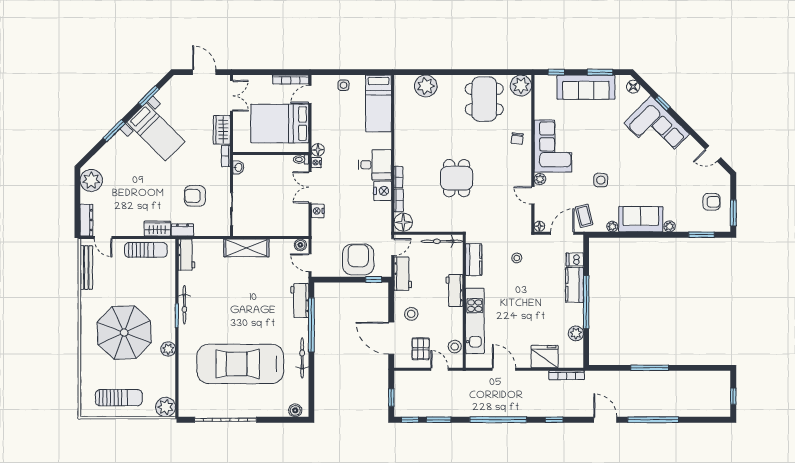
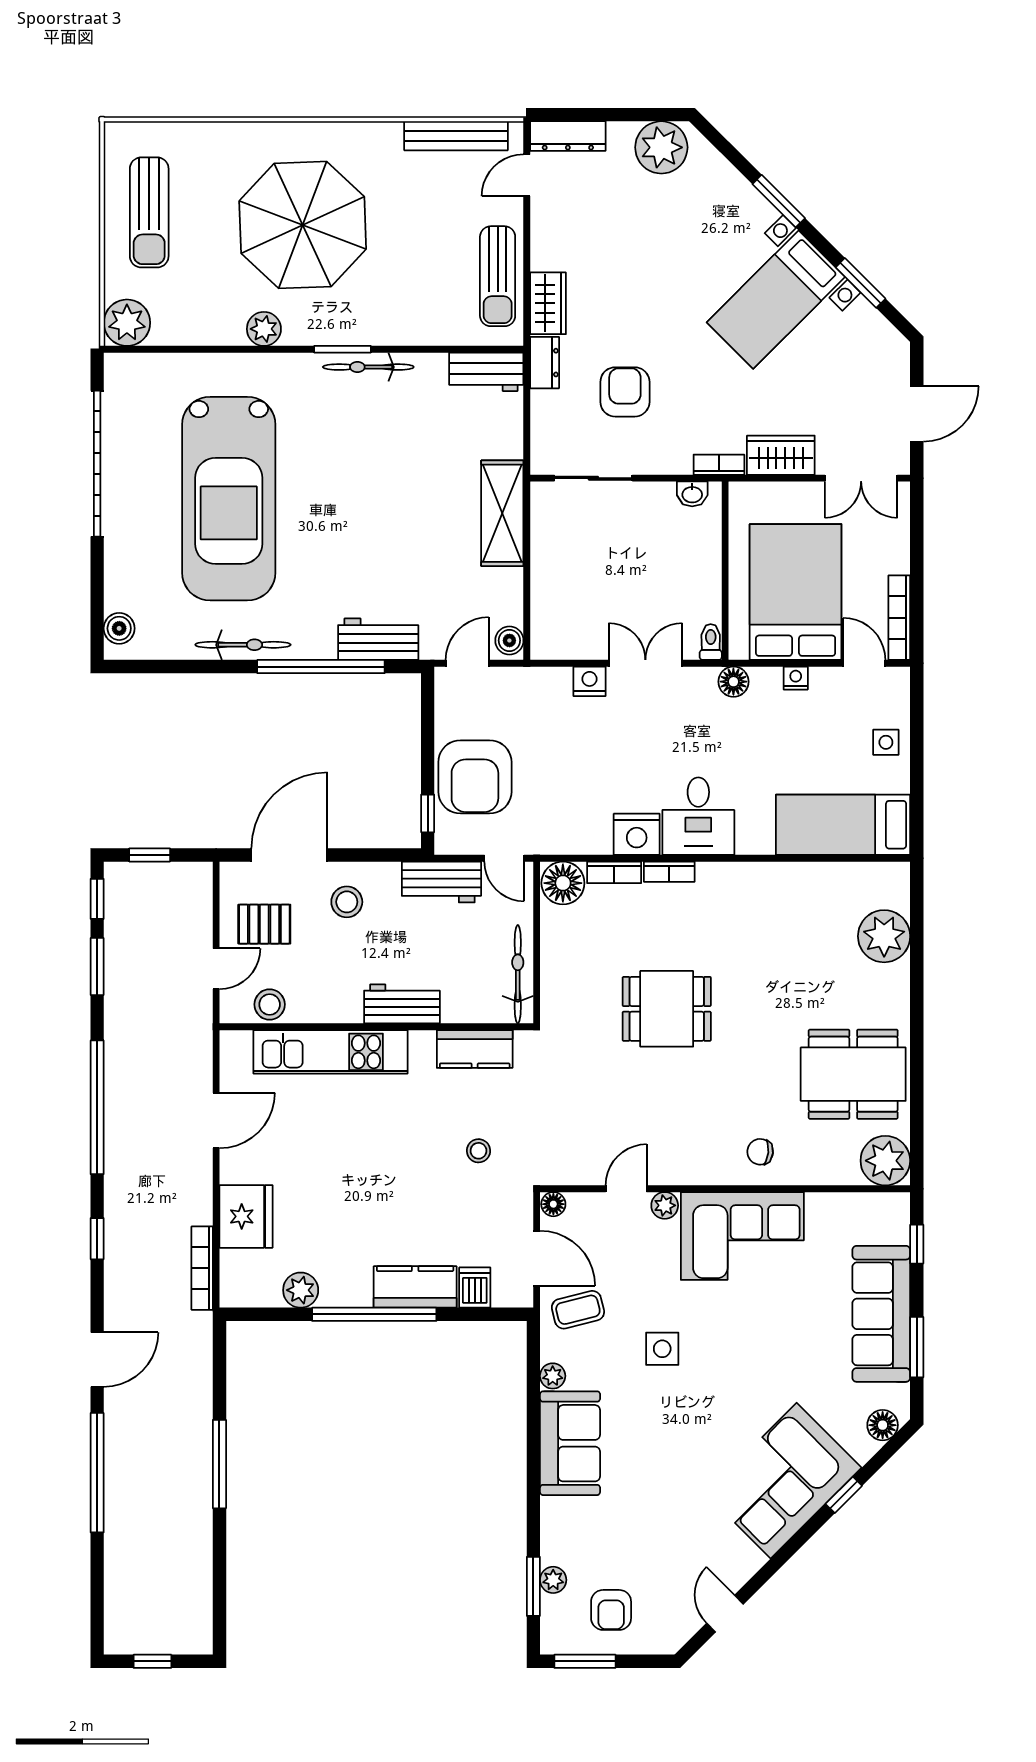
nightstand: (316, 163) -> (796, 678), moved
plant: (670, 226) -> (553, 1580), moved
armchair: (358, 259) -> (475, 777), turned 90
car: (240, 364) -> (229, 499), turned 180

